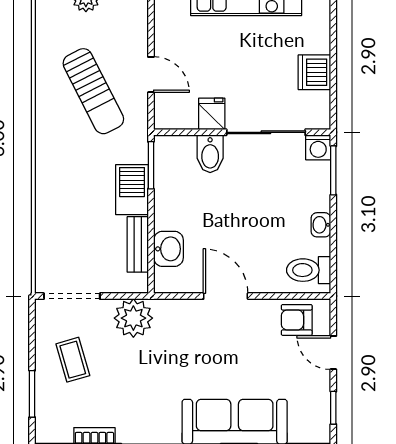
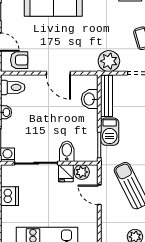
plant: (183, 116) -> (82, 172), added
bench: (138, 244) -> (107, 96), width x1.36

